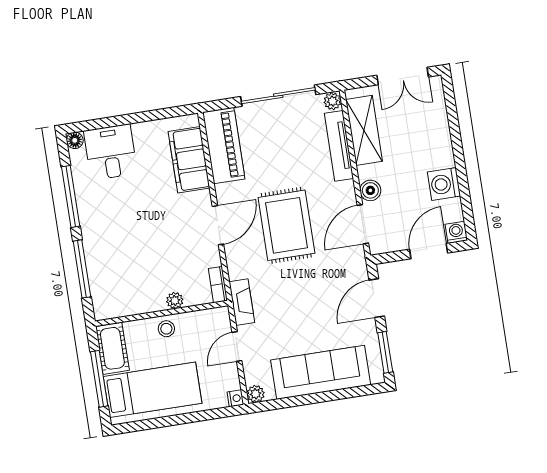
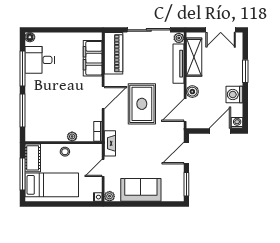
window: (456, 141) -> (245, 71), added
desk: (111, 152) -> (40, 60), moved, turned -90
sofa: (321, 372) -> (141, 190), width x0.73

